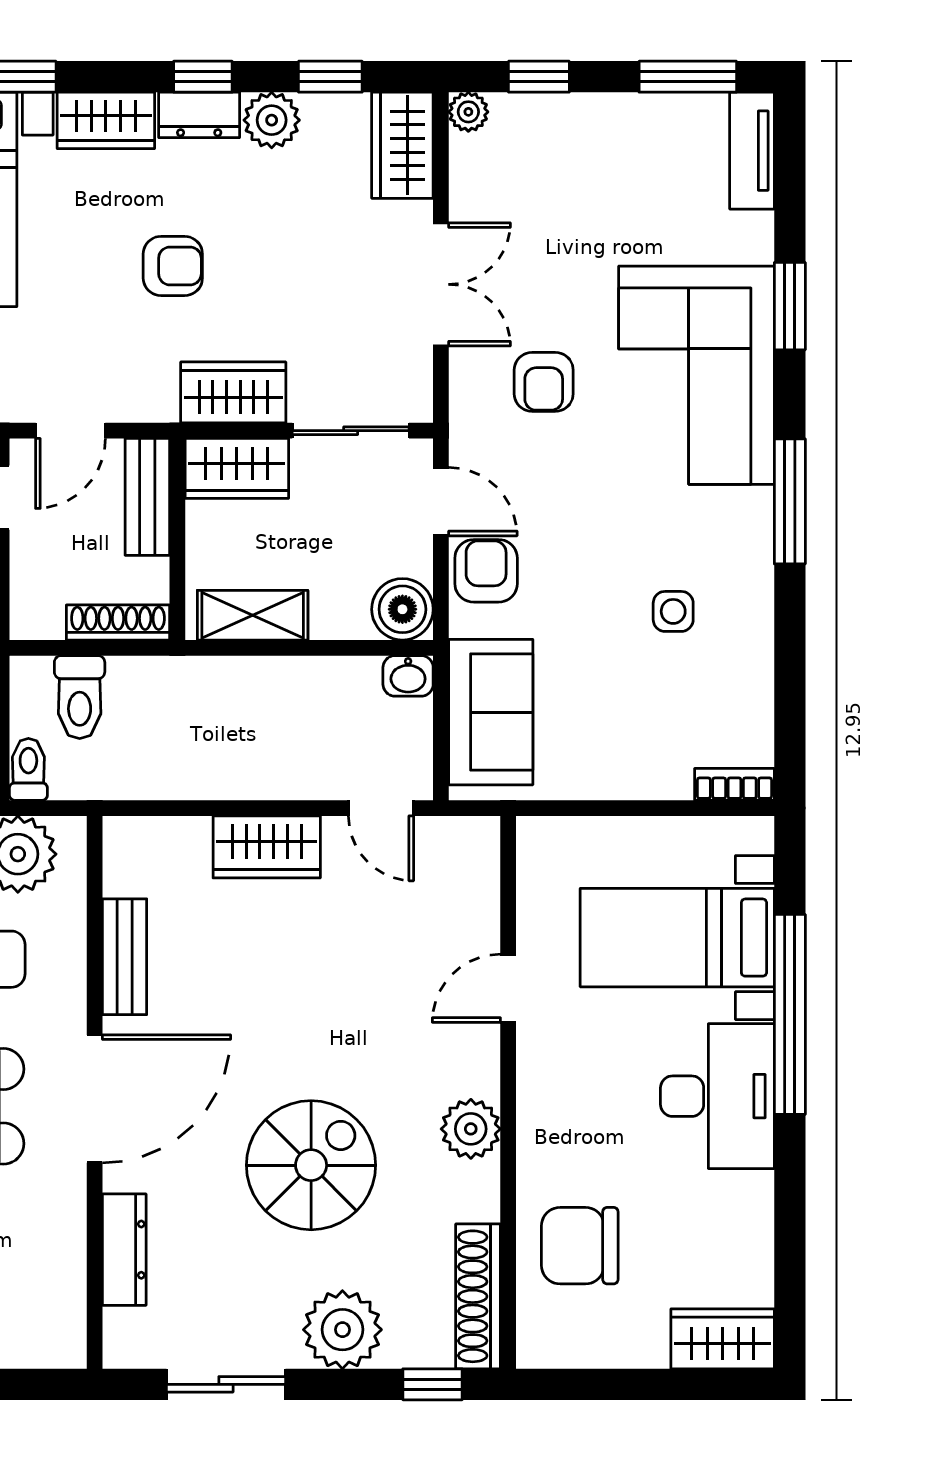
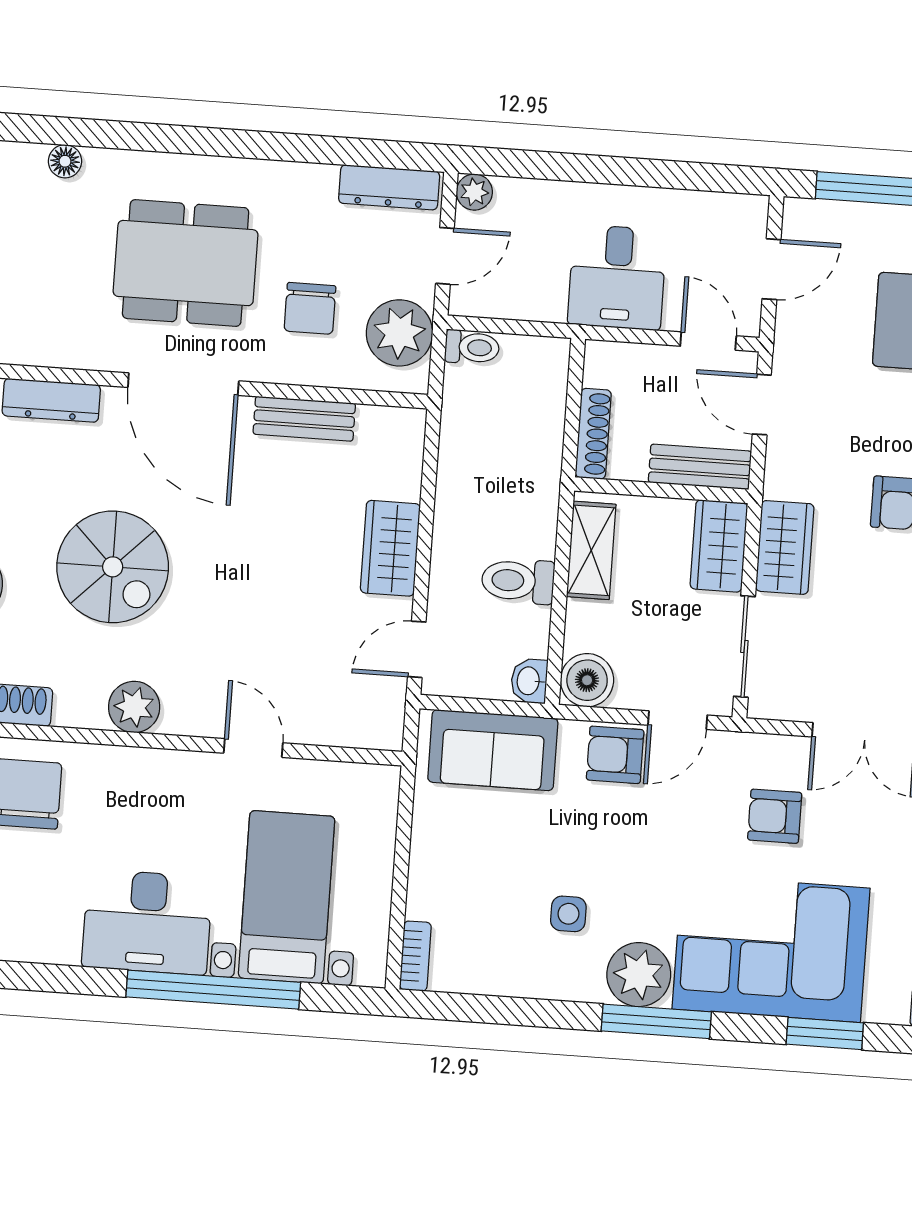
plant: (737, 525) -> (639, 975), added
armchair: (486, 571) -> (615, 755), turned 180
toilet: (80, 697) -> (518, 581), moved

